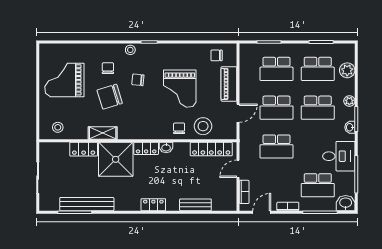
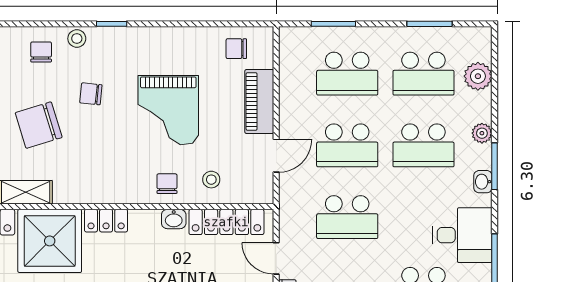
chair: (108, 68) -> (41, 52), moved
stool: (203, 126) -> (211, 180), width x0.53, depth x0.53
washbasin: (166, 147) -> (174, 219), moved
door: (238, 169) -> (276, 258), hinge flipped

